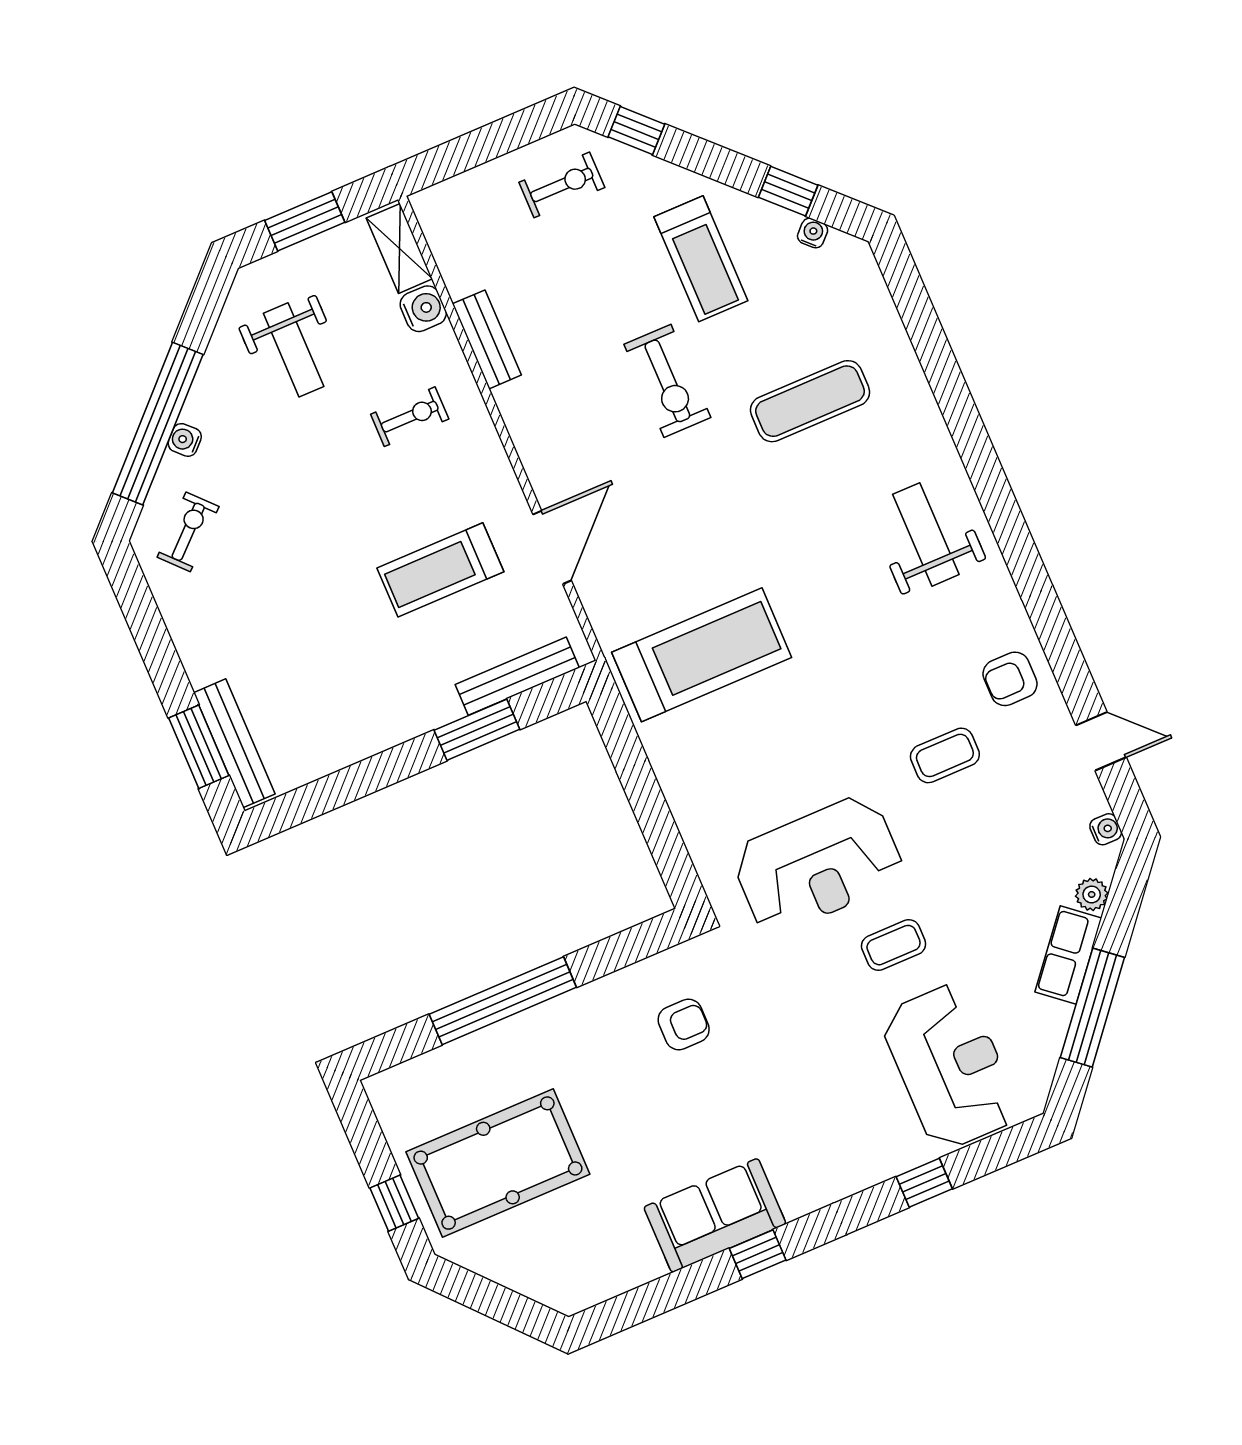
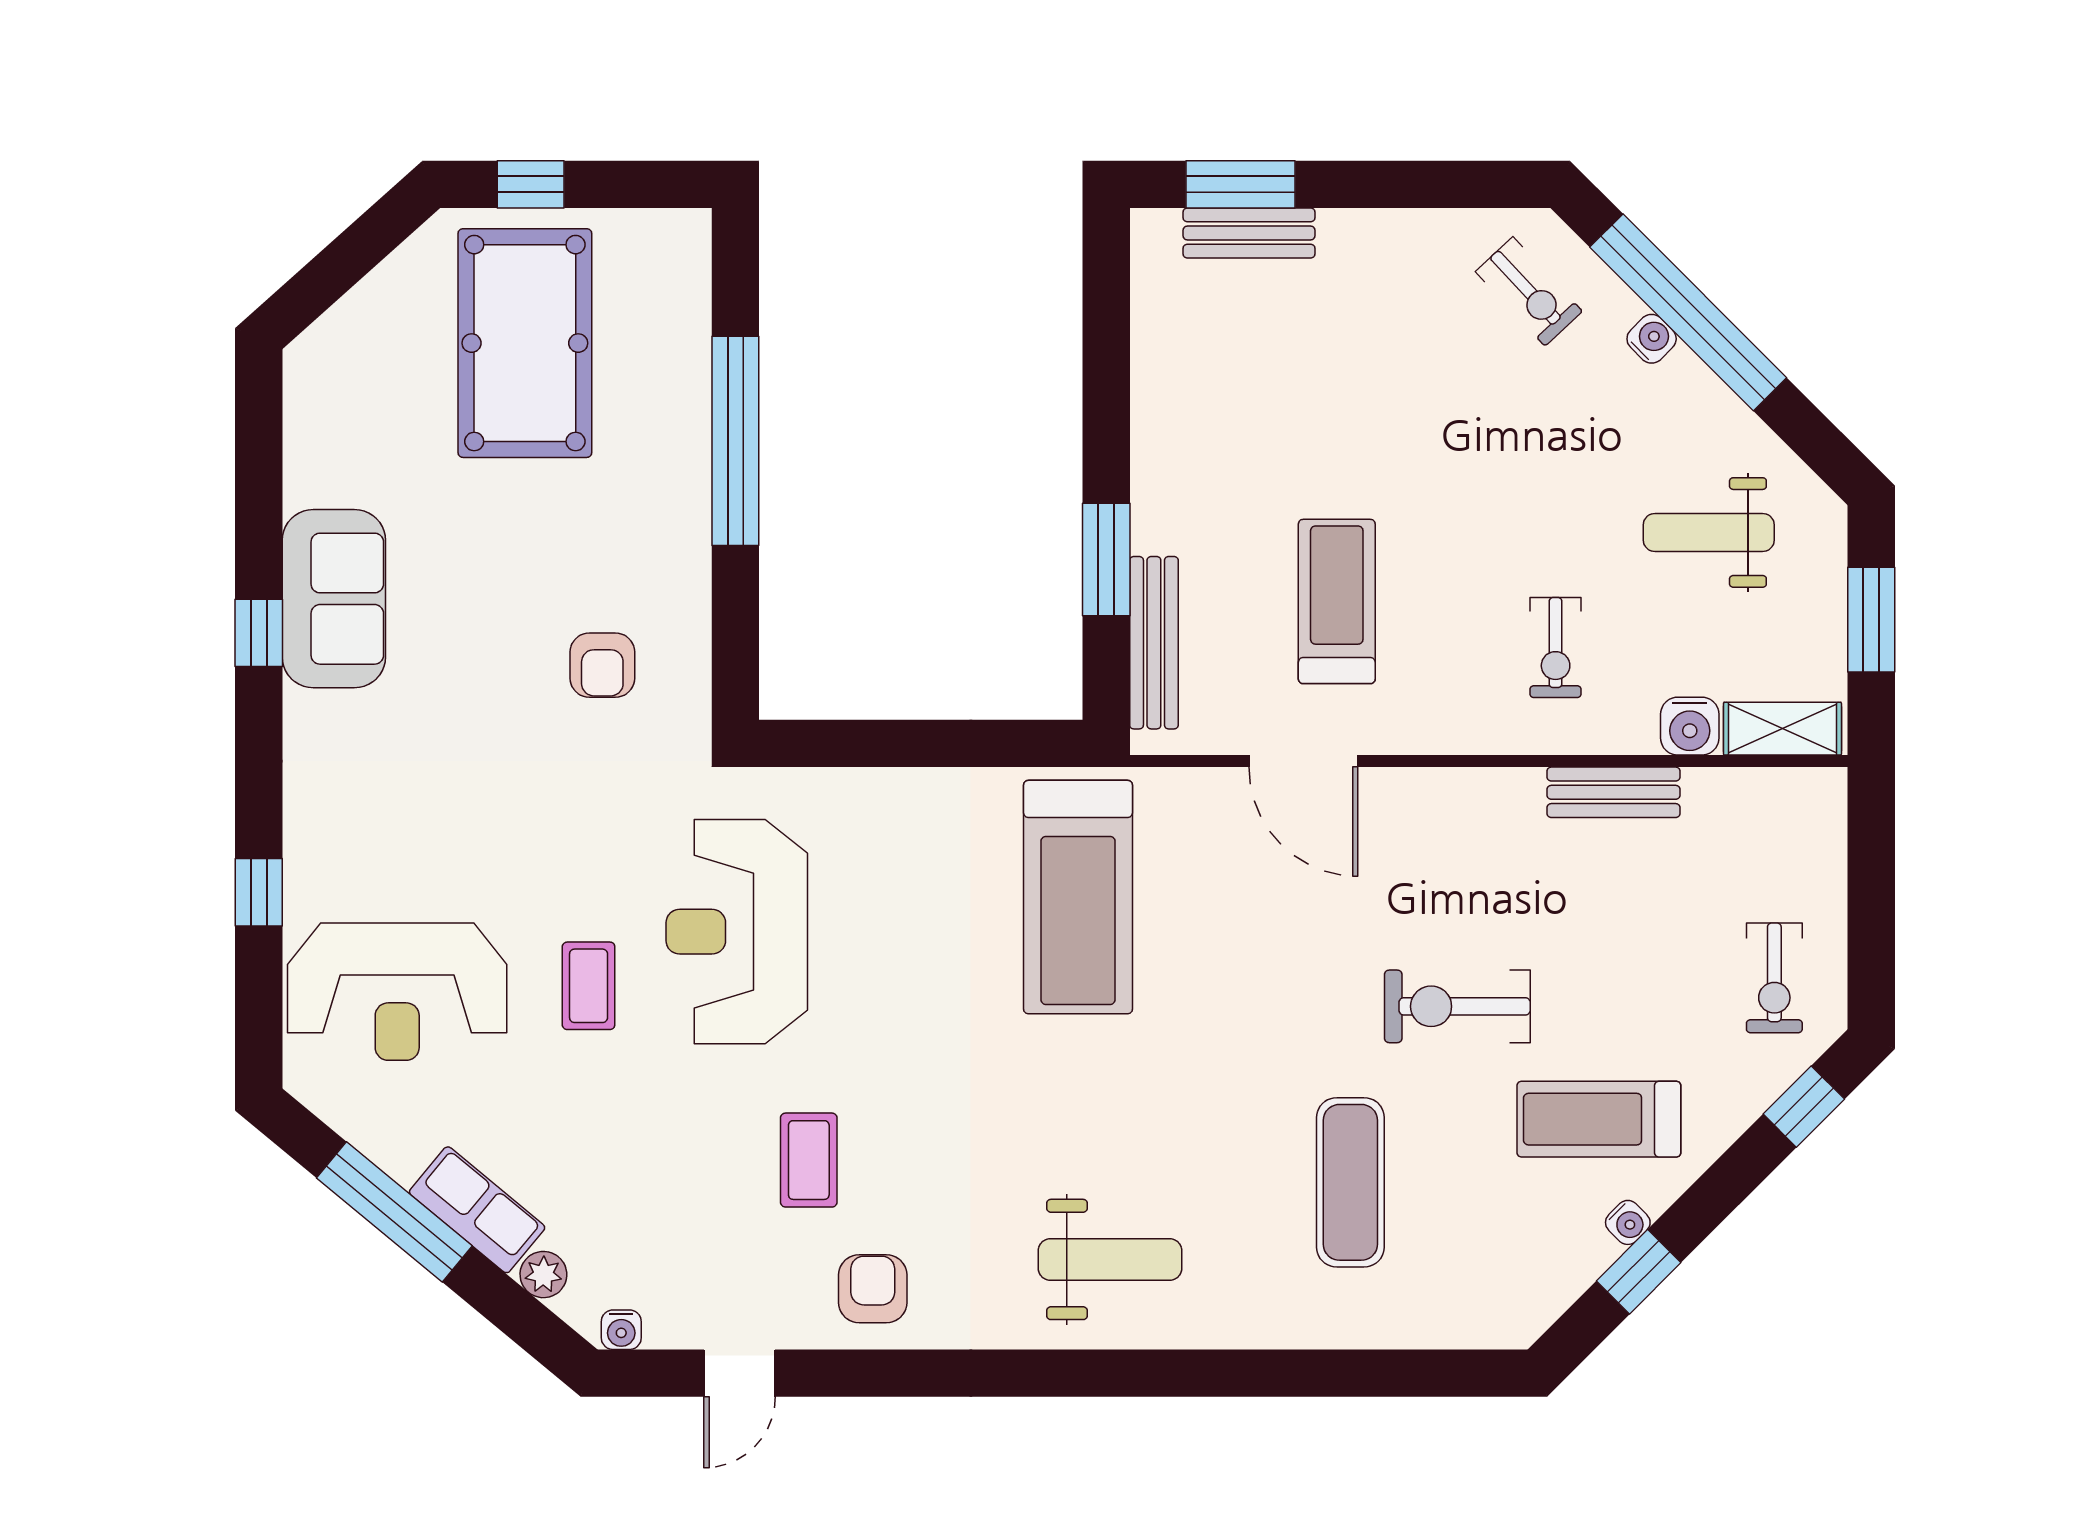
water cooler: (813, 233) -> (1628, 1222), moved
bench: (234, 743) -> (1249, 233), width x0.73

